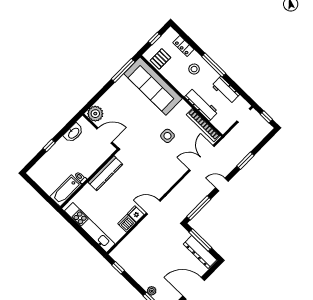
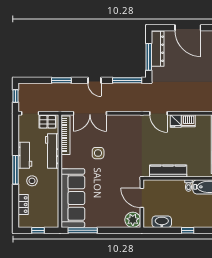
pallet: (161, 59) -> (48, 122), moved
workbench: (226, 90) -> (25, 155), moved

